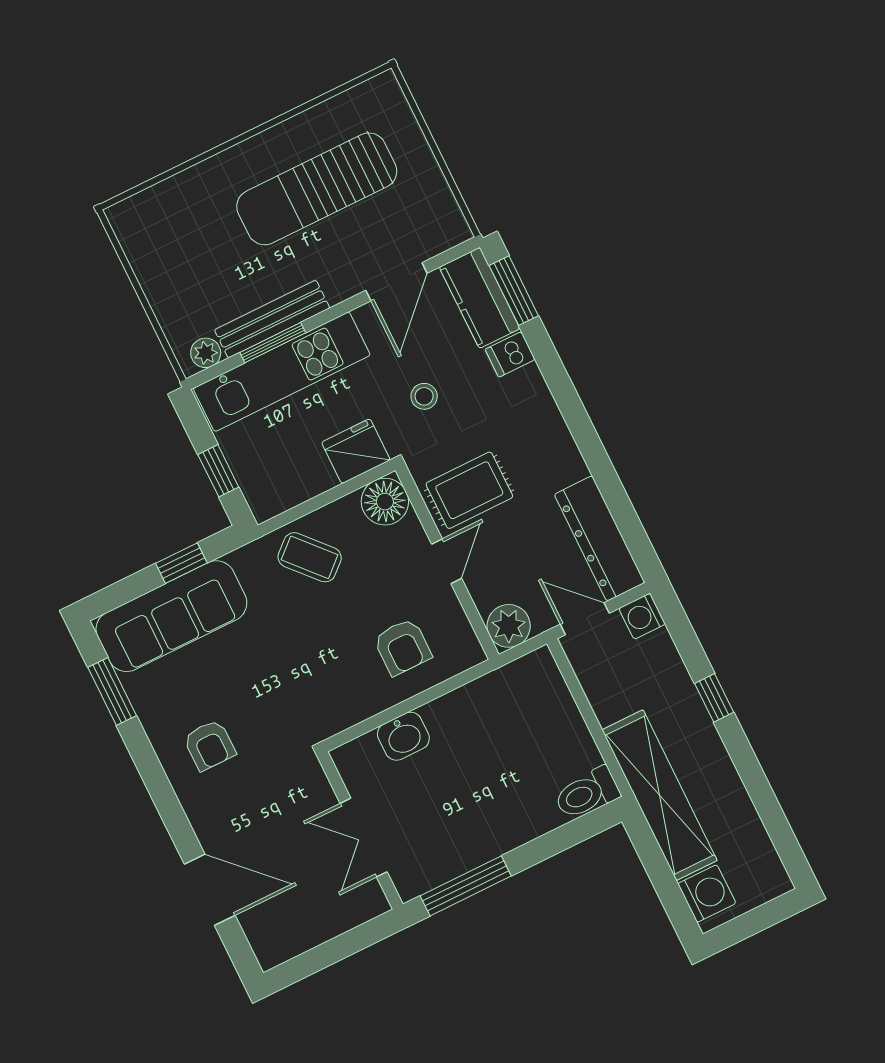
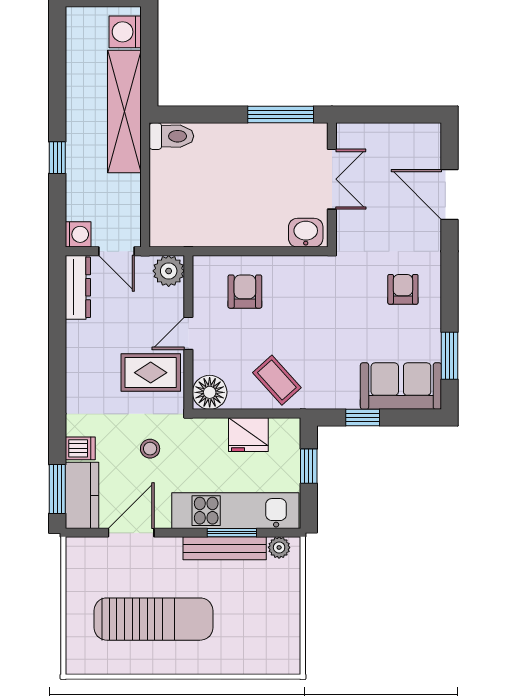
fridge: (356, 451) -> (248, 435), moved
dresser: (600, 538) -> (78, 287), width x0.73, depth x0.80
sofa: (171, 616) -> (401, 386), width x0.73
washbasin: (403, 736) -> (306, 233), moved

